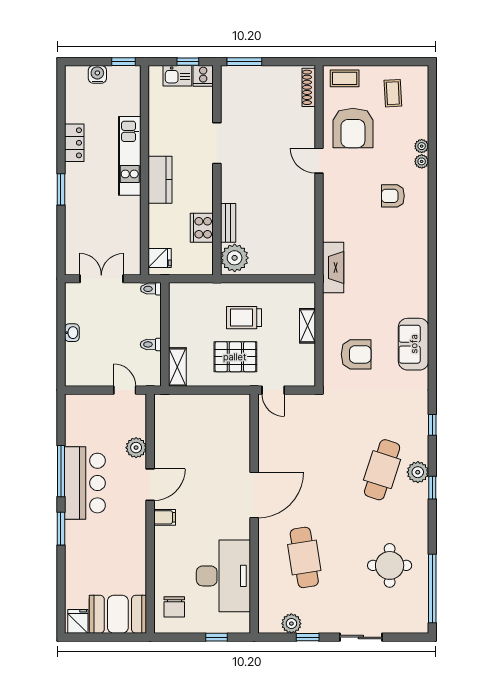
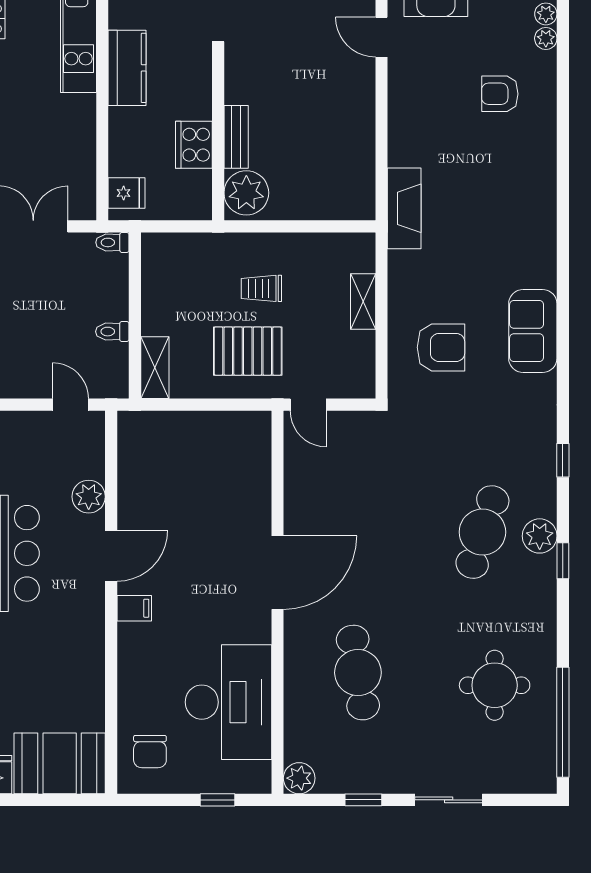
trolley: (244, 318) -> (261, 288), width x0.73, depth x0.72
plant: (291, 624) -> (299, 778), moved

